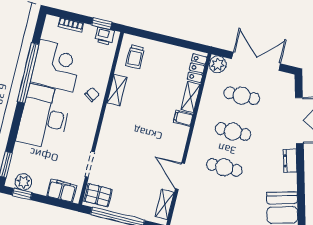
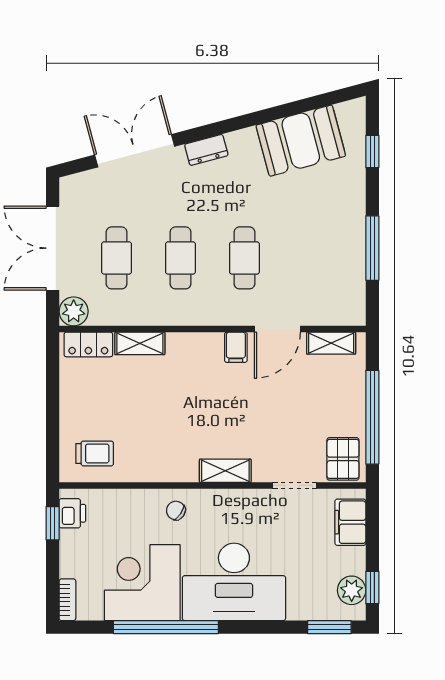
bookcase: (71, 25) -> (67, 600), moved
shelving: (117, 90) -> (225, 471), moved
filing cabinet: (183, 118) -> (236, 347), moved

